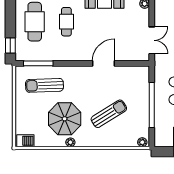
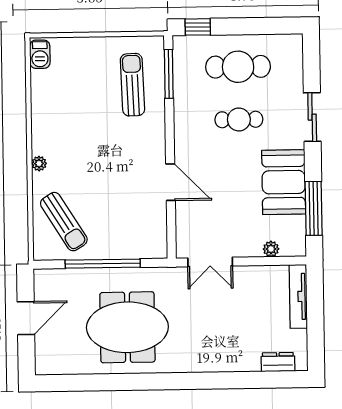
sun lounger: (109, 114) -> (64, 222), moved
parasol: (65, 119) -> (77, 119), removed
plant: (70, 142) -> (39, 164), moved
plant: (142, 142) -> (40, 249), removed

